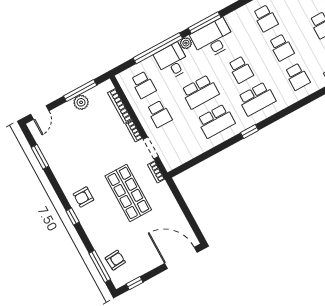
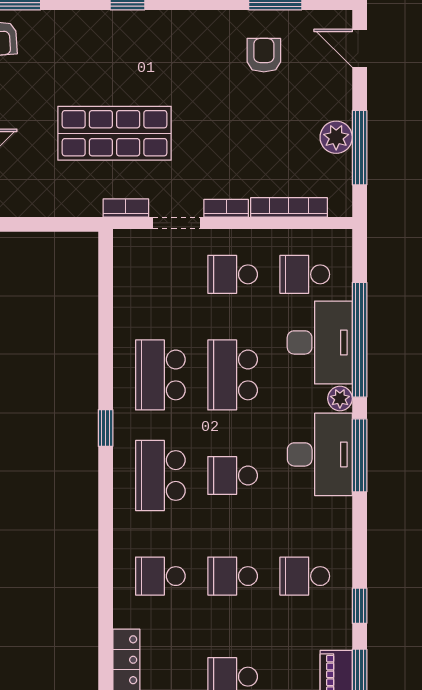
desk: (172, 61) -> (320, 342), width x1.37
armchair: (84, 197) -> (264, 55), moved

